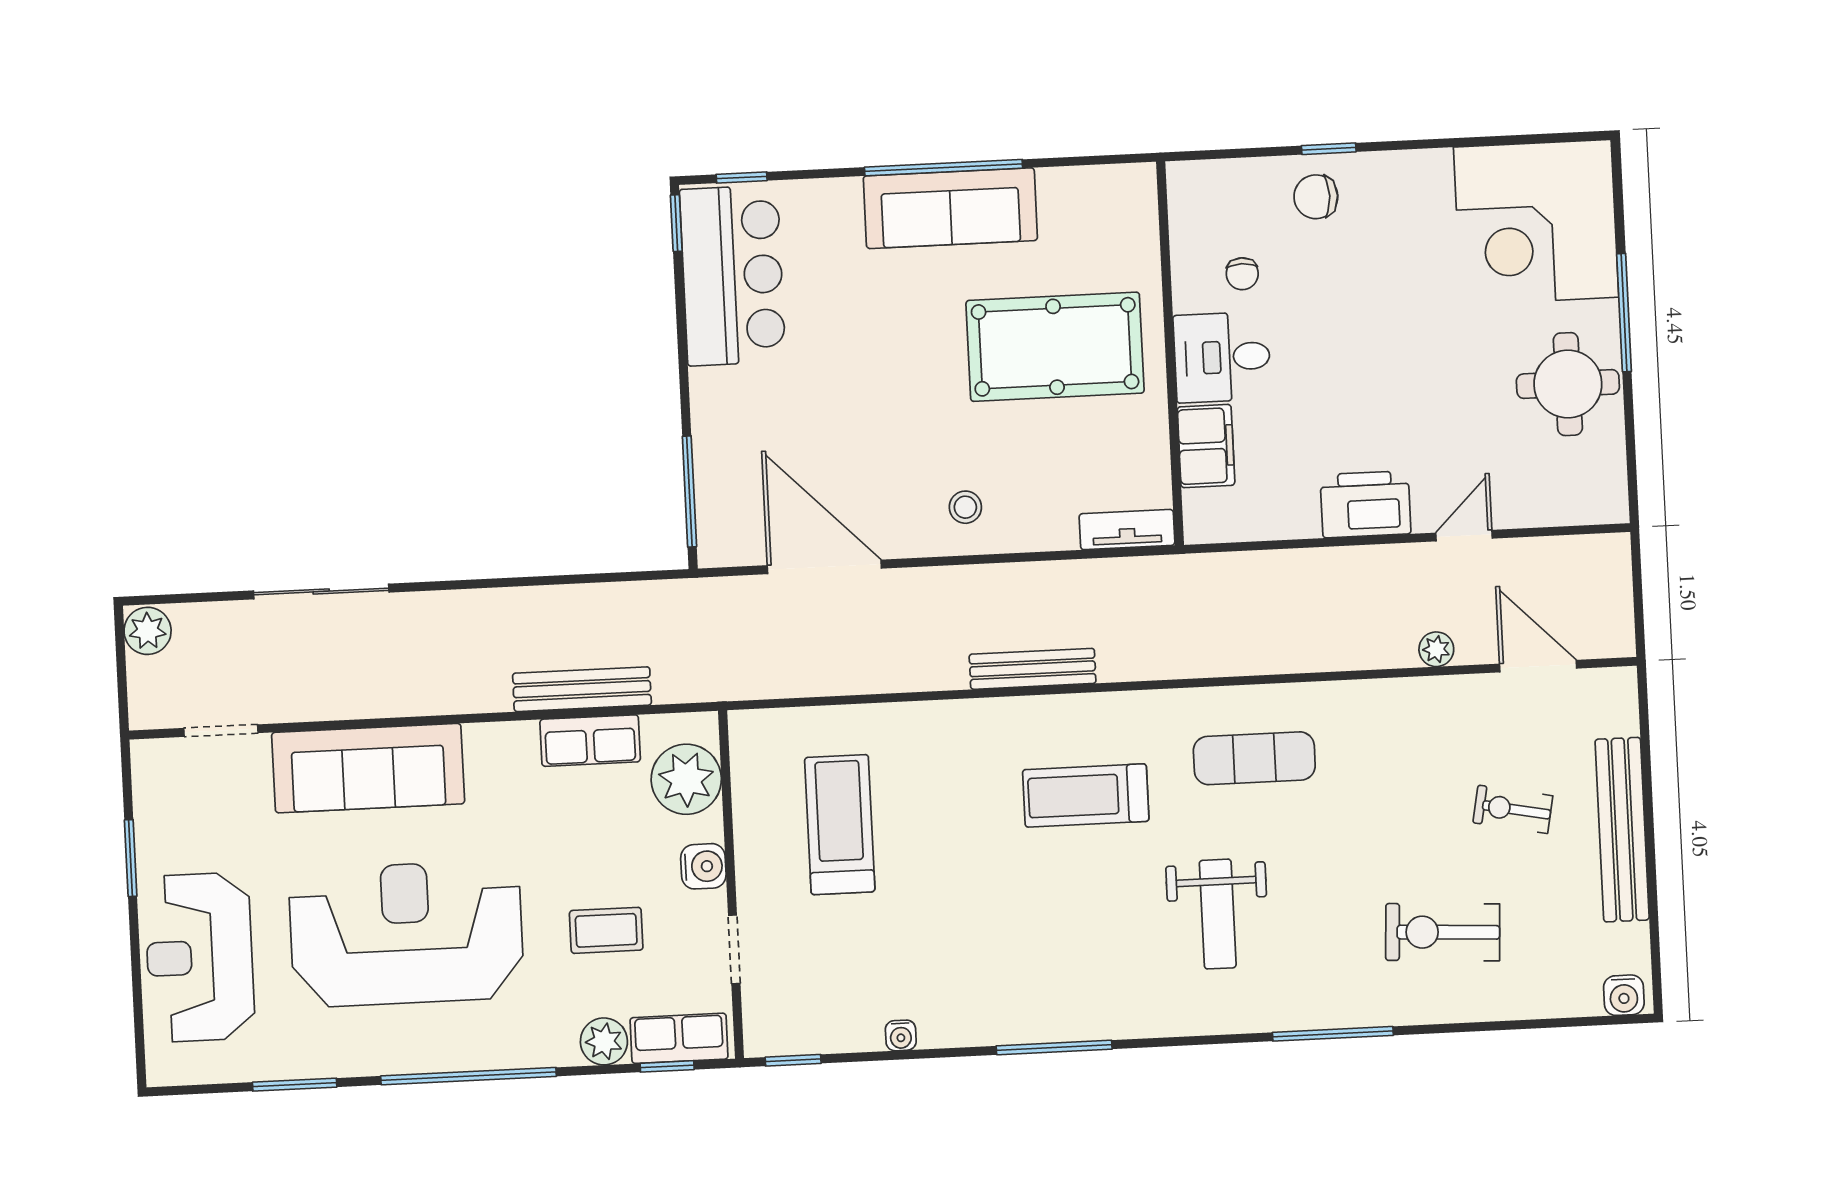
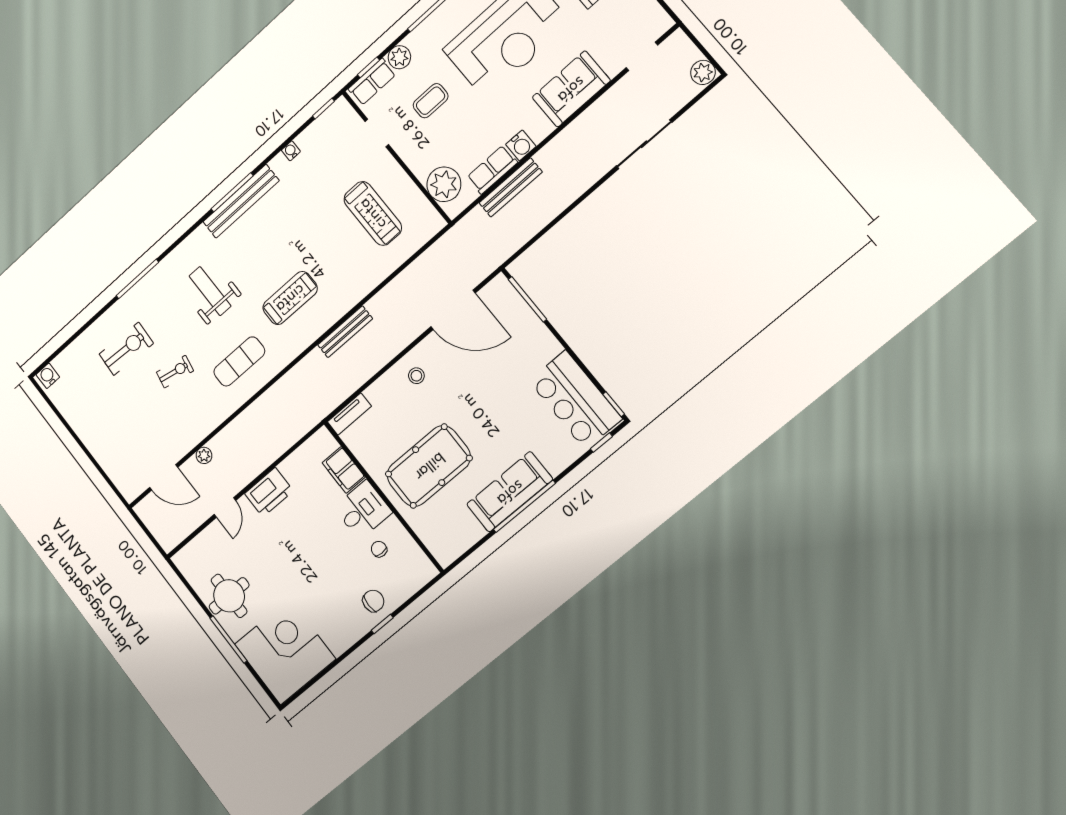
sofa: (368, 768) -> (571, 89), width x0.73
exercise bike: (1513, 809) -> (175, 372), moved
bench: (1622, 830) -> (241, 201), moved, turned 90
water cooler: (703, 866) -> (521, 145), moved, turned -90

